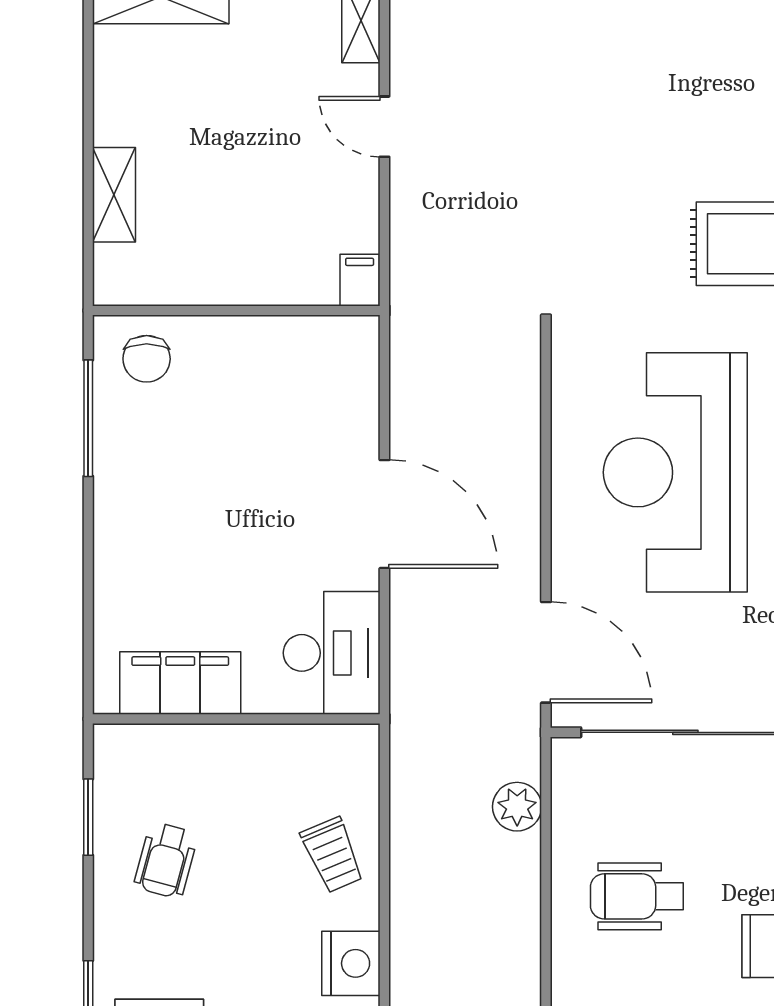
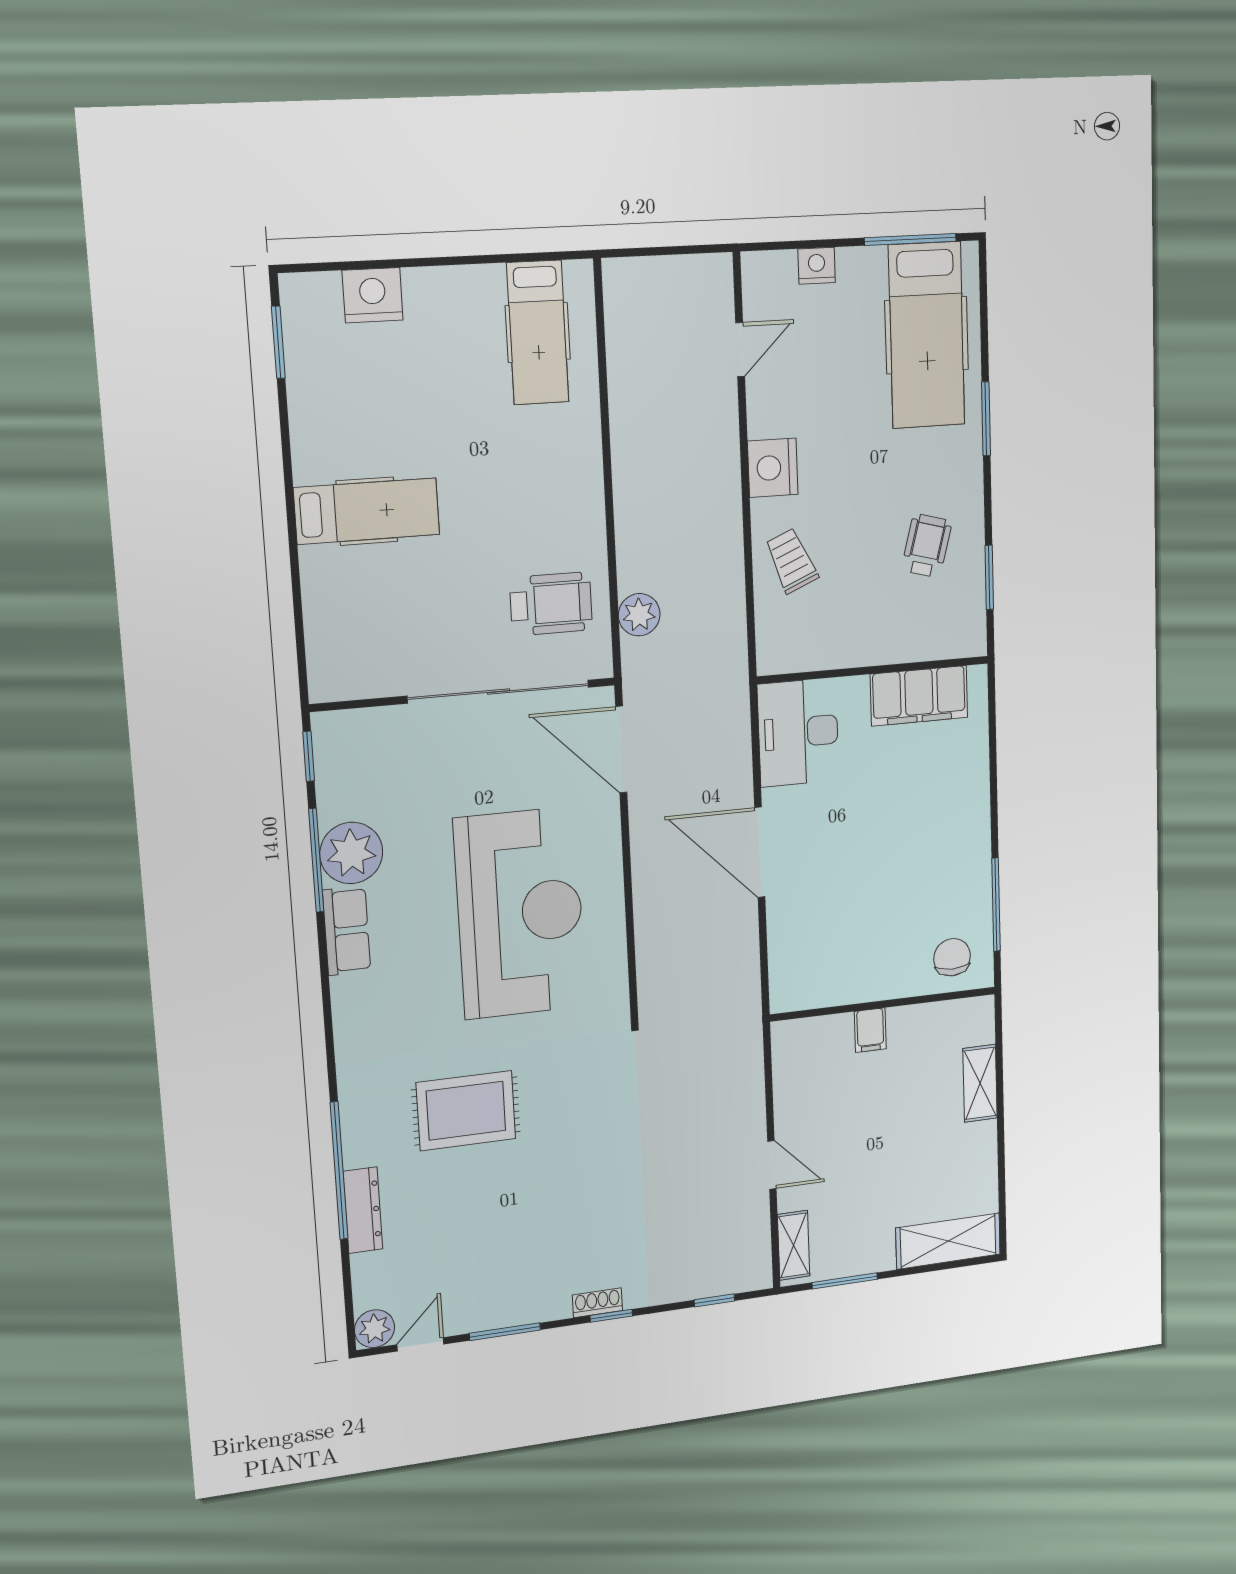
filing cabinet: (360, 280) -> (870, 1030), moved
wheelchair: (637, 896) -> (551, 604), moved

